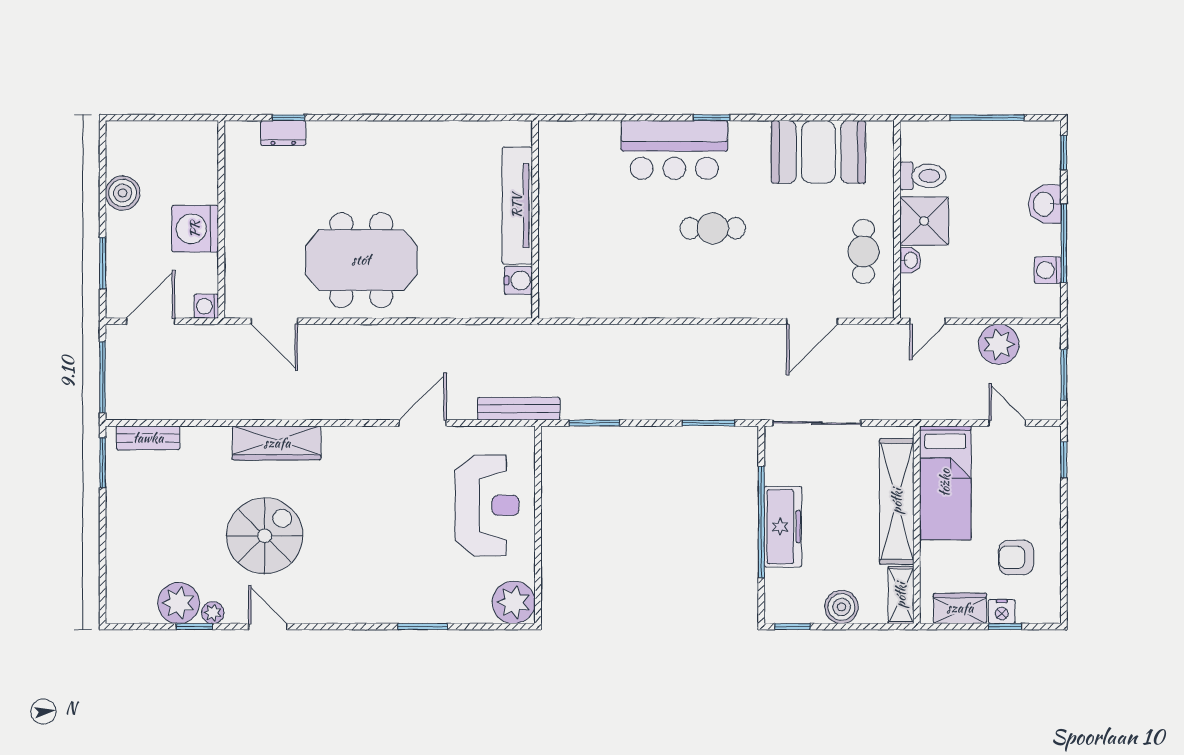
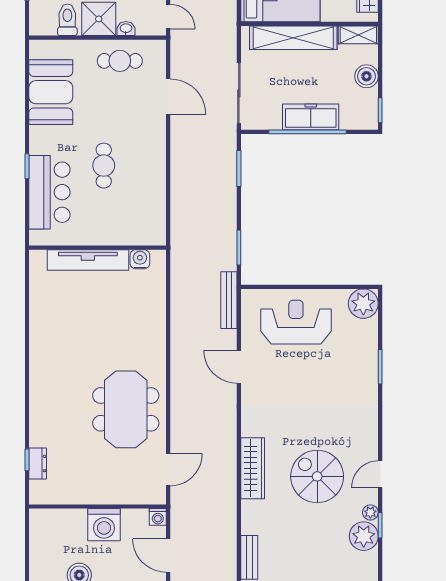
tv unit: (517, 206) -> (88, 260), moved
wall: (535, 219) -> (98, 248), moved
water cooler: (518, 280) -> (140, 259), moved

